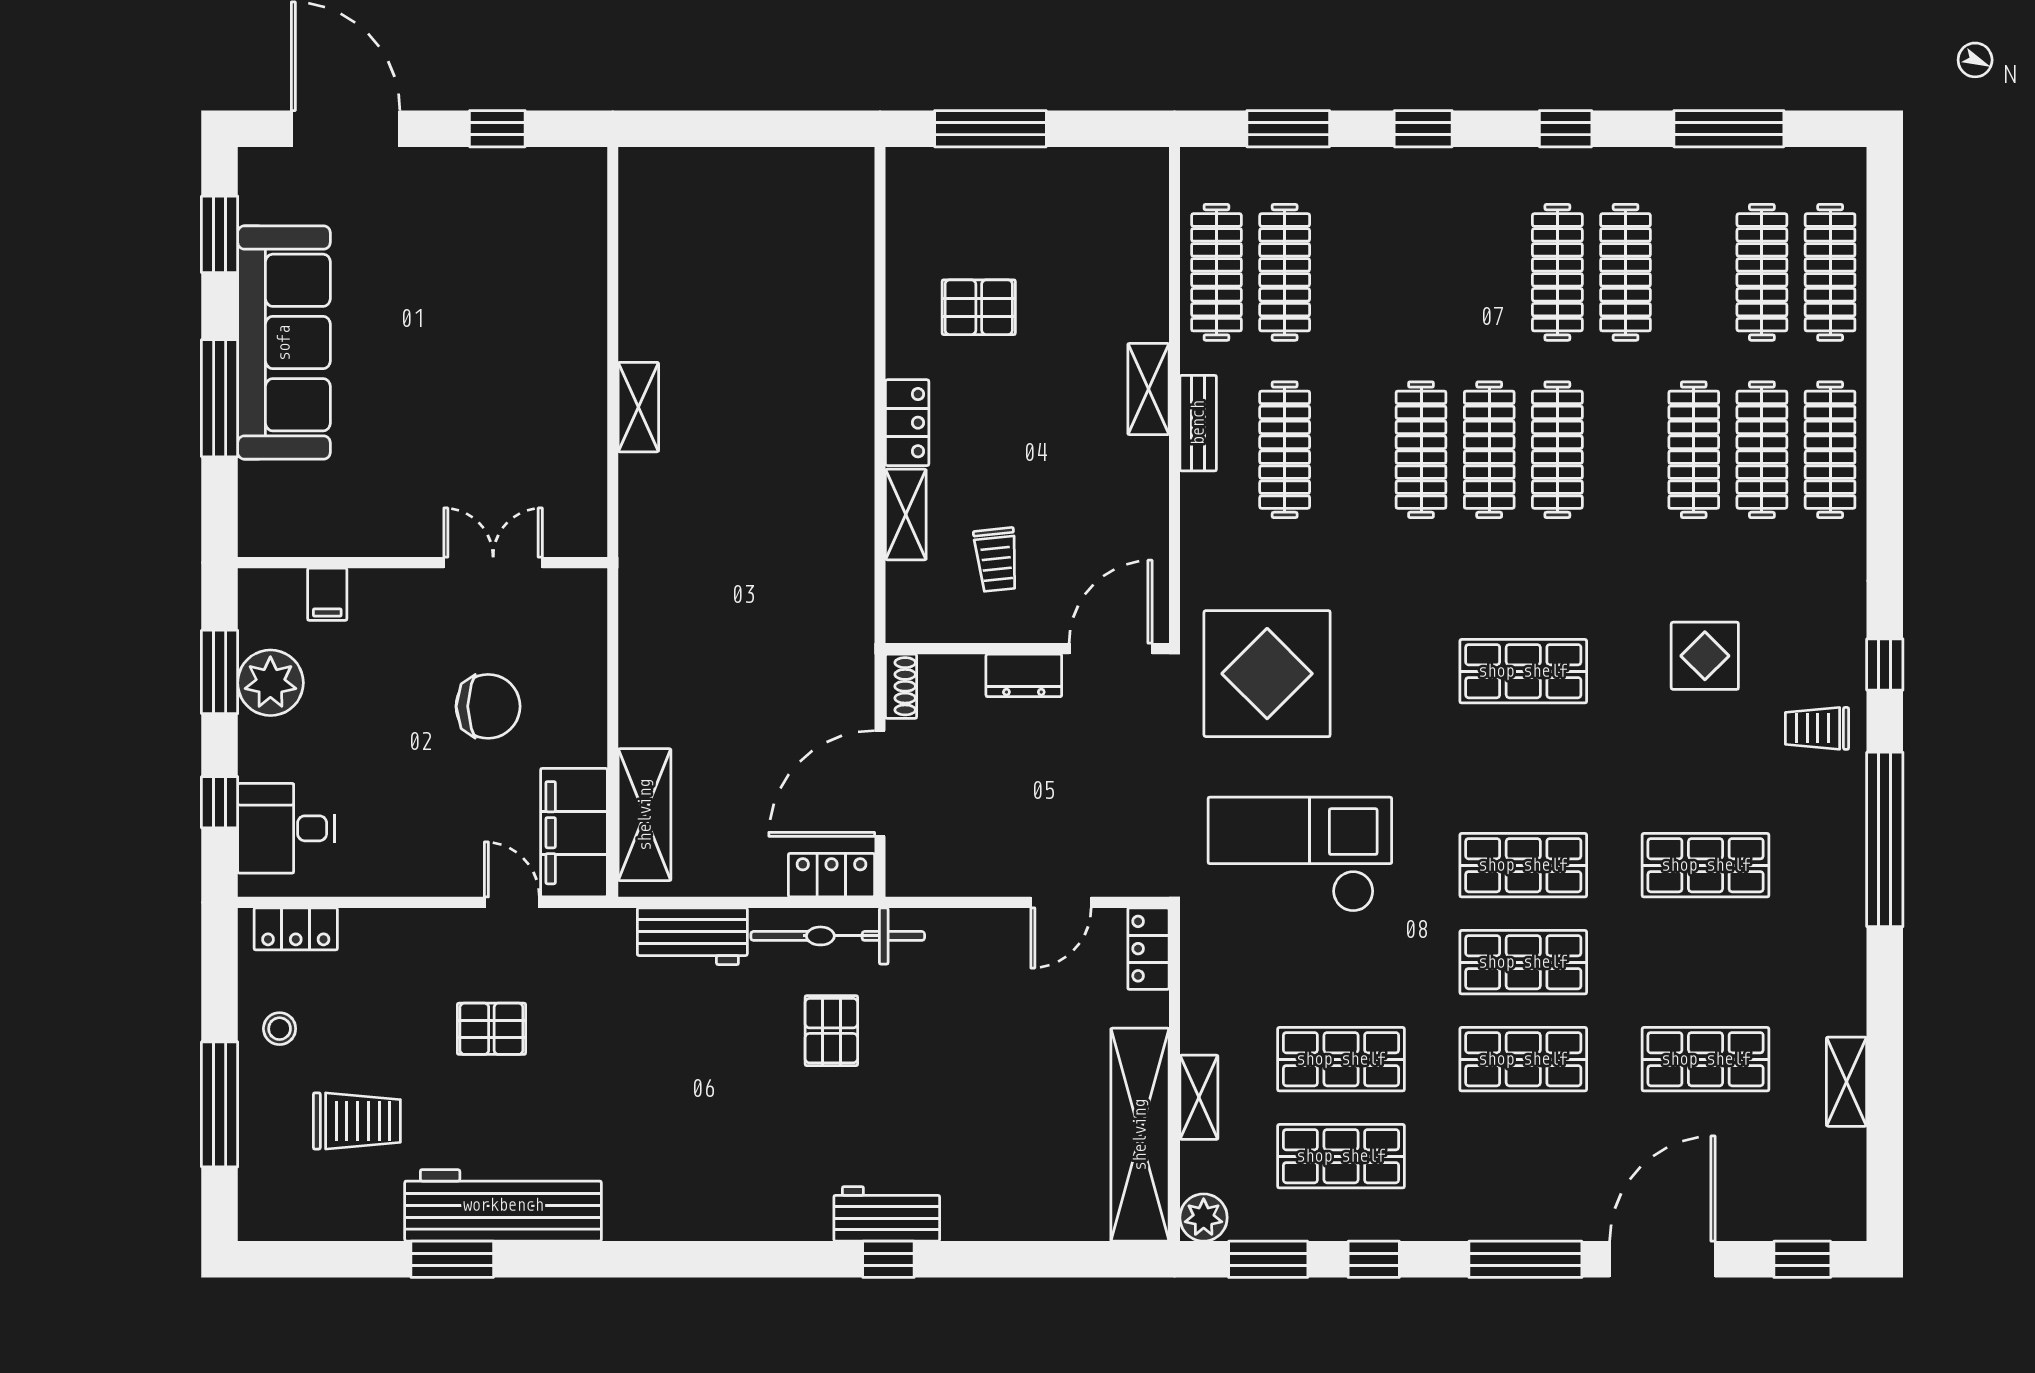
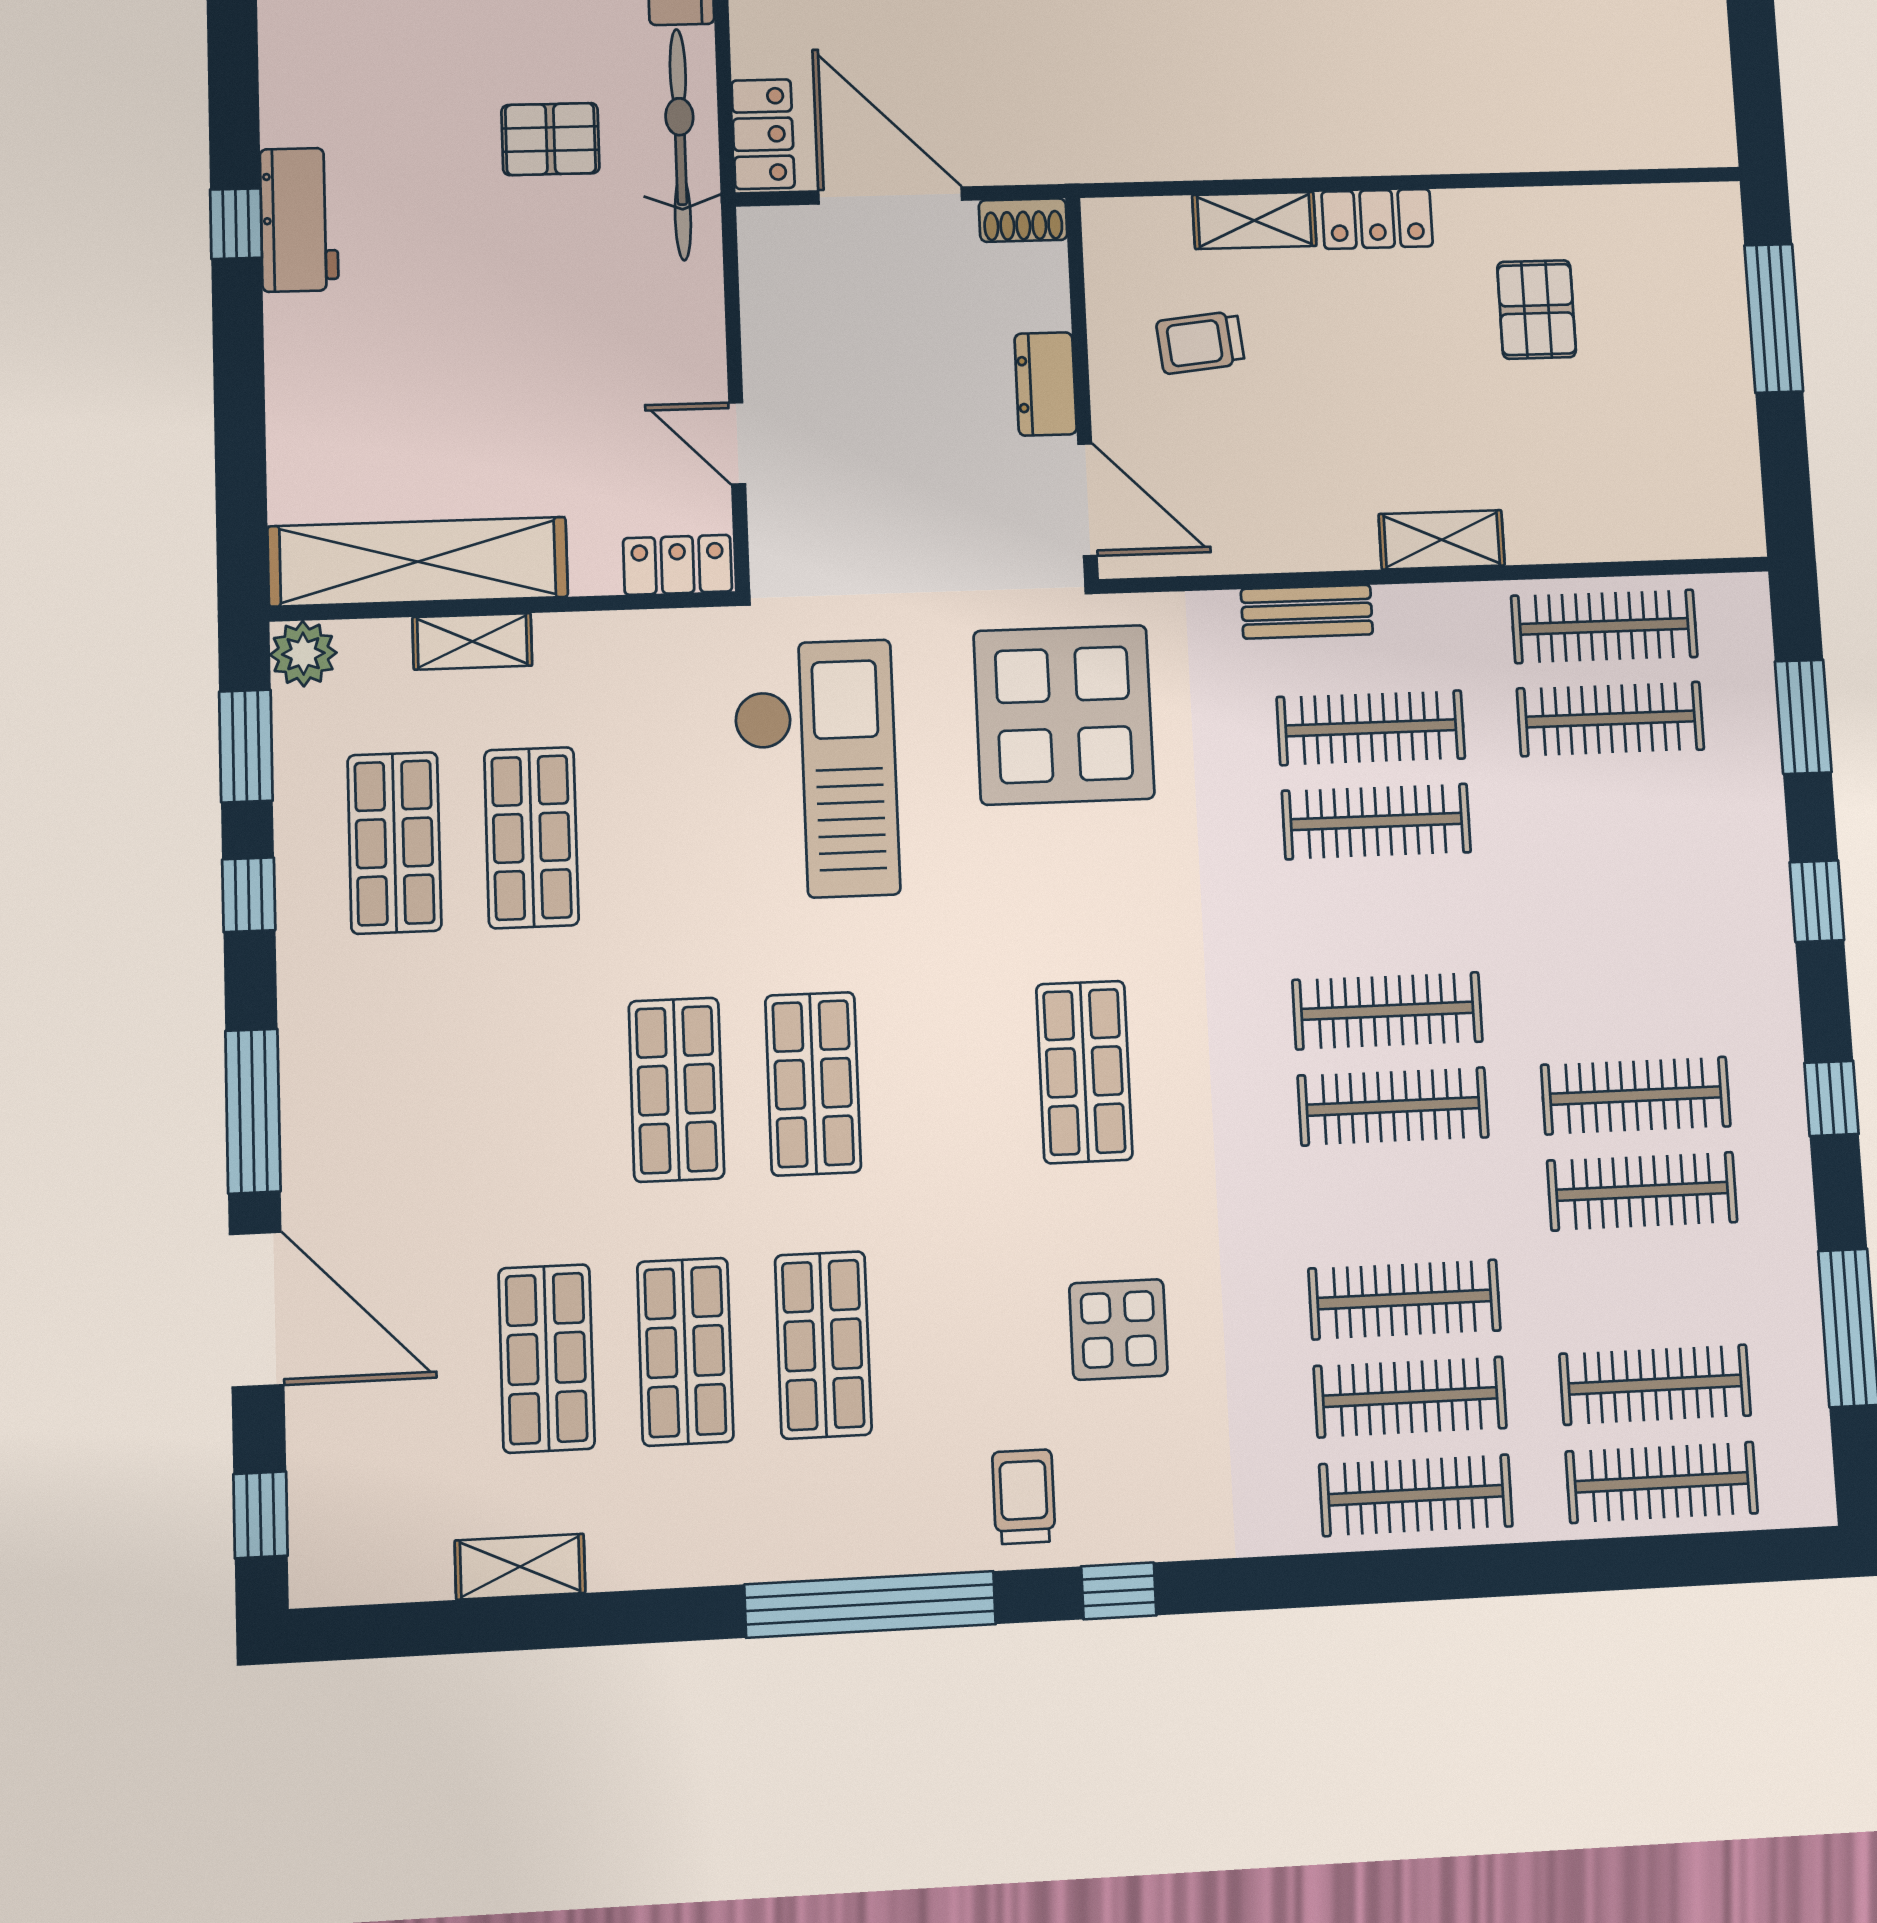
bench: (1198, 423) -> (1307, 612), moved
clothes rail: (1421, 450) -> (1376, 822), moved
shop shelf: (1523, 1059) -> (685, 1352), moved

